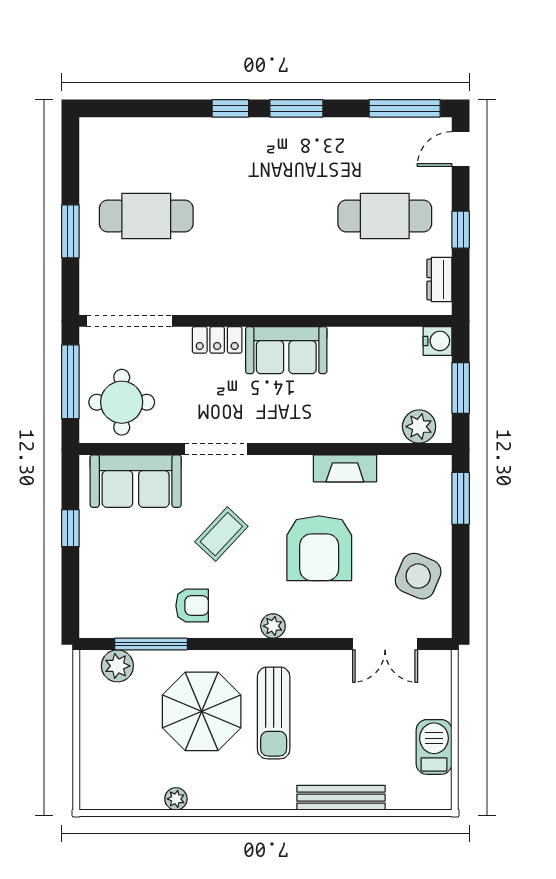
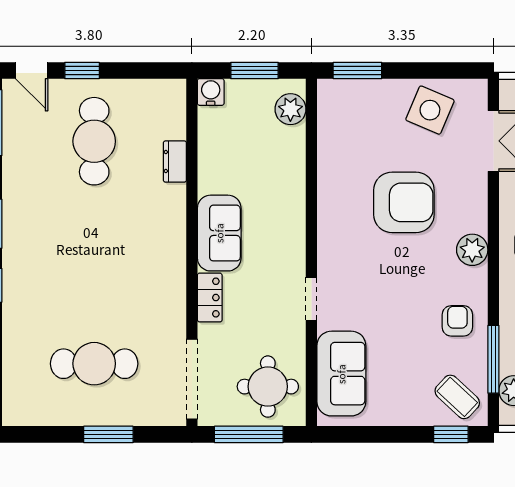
cafe table: (146, 216) -> (94, 364), turned 90
window: (461, 230) -> (82, 70), moved
dresser: (439, 279) -> (175, 162), moved, turned 90
doorway: (216, 449) -> (311, 299), width x0.73
fireplace: (345, 468) -> (329, 178), removed
window: (70, 528) -> (451, 434), moved
coffee table: (221, 534) -> (457, 397), moved
plant: (273, 626) -> (472, 250), width x1.38, depth x1.38

